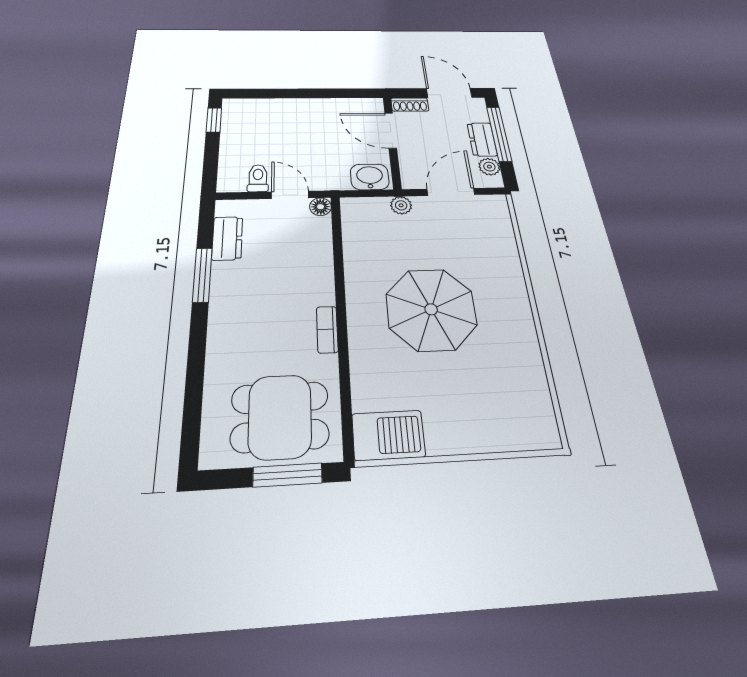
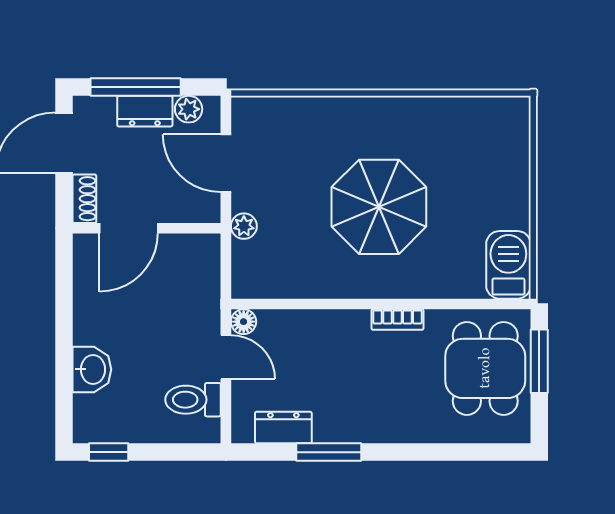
washbasin: (370, 177) -> (92, 369), moved, turned 180
toilet: (258, 178) -> (193, 400), width x1.37, depth x1.39
door: (290, 195) -> (226, 357), swing flipped

